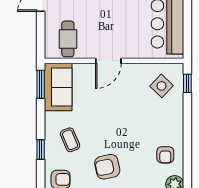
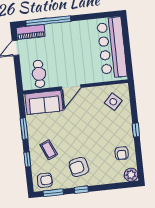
window: (187, 83) -> (136, 130), moved
window: (41, 84) -> (24, 129), moved
sofa: (58, 87) -> (44, 102), moved, turned 90

